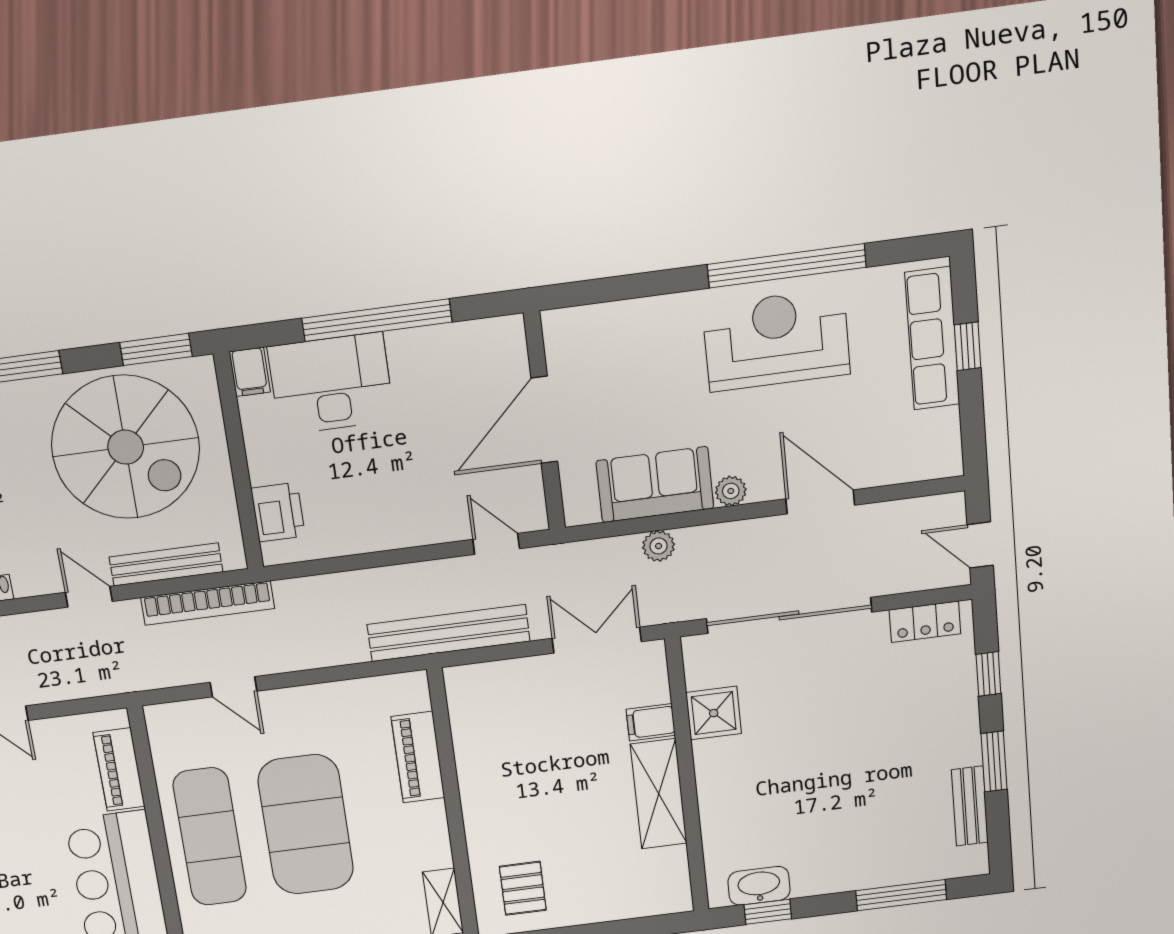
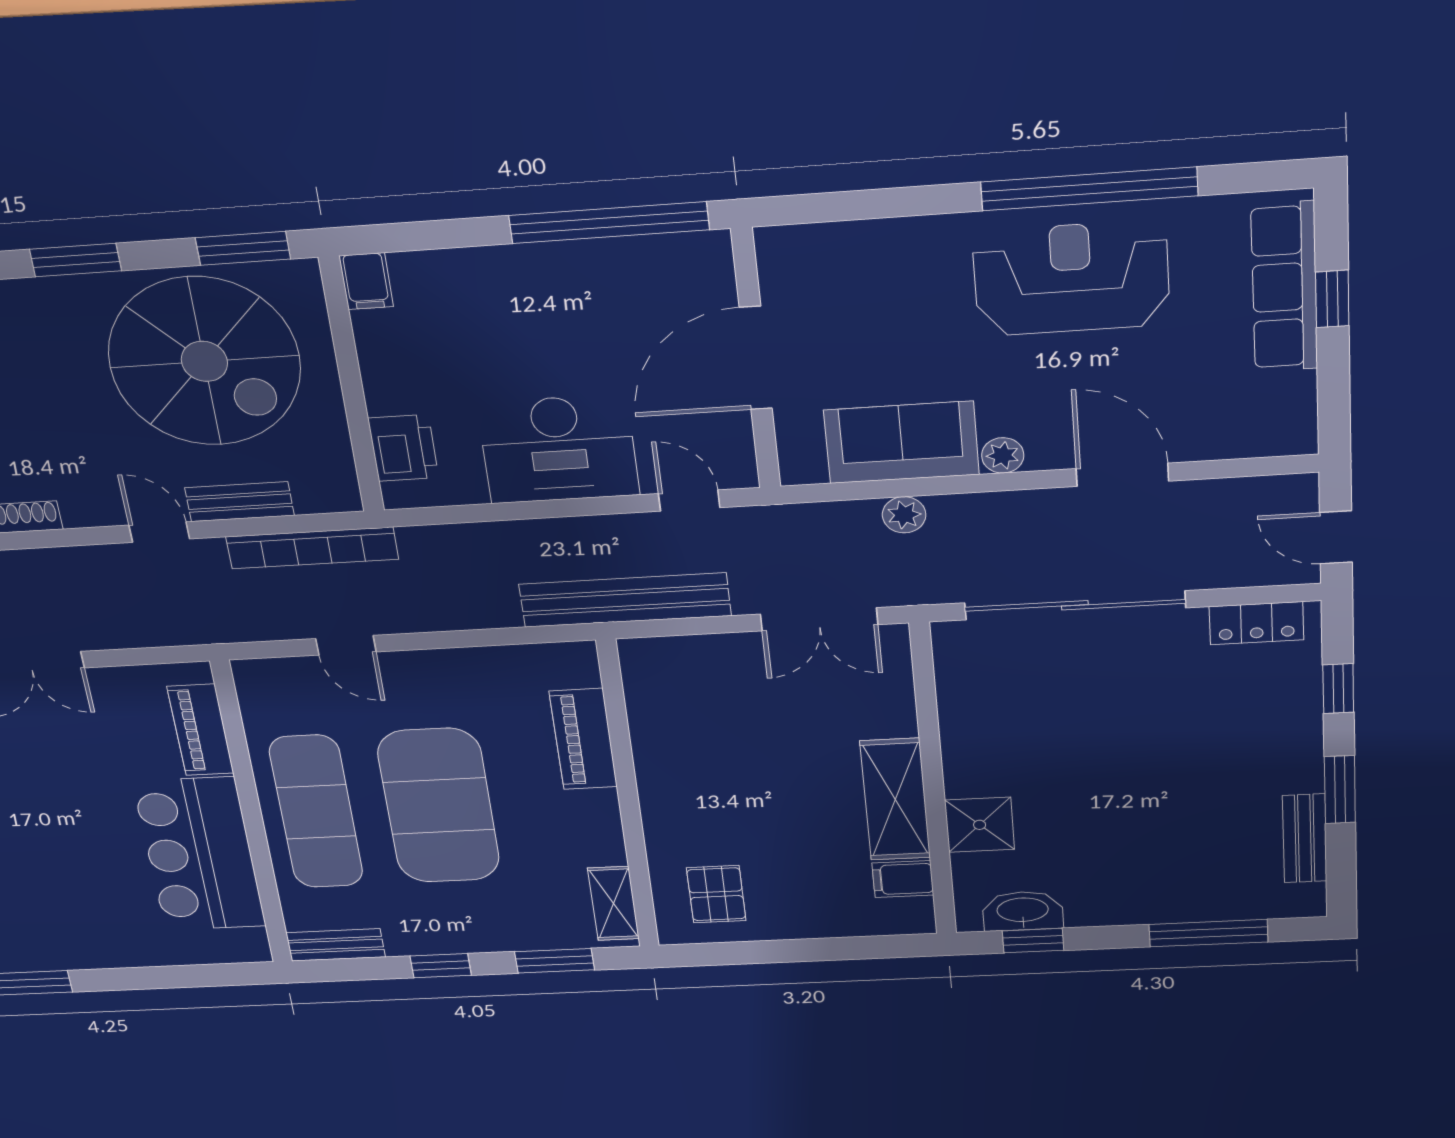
window: (377, 320) -> (609, 223), moved
desk: (331, 384) -> (558, 449), moved, turned 180
bench: (166, 564) -> (239, 502), width x0.73
double door: (597, 640) -> (819, 619), swing flipped
shower: (714, 713) -> (980, 825), moved
filing cabinet: (651, 722) -> (903, 879), moved

